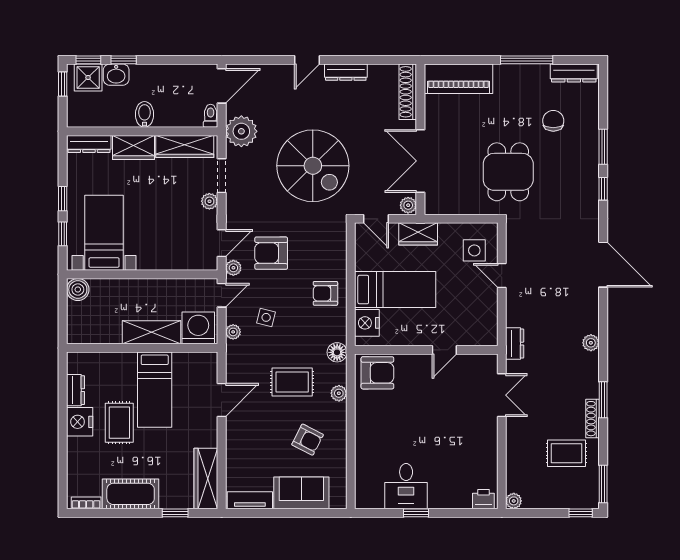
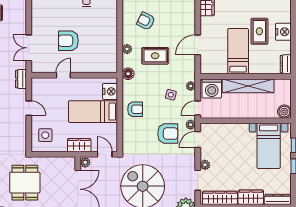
door: (502, 276) -> (29, 108), moved
shelving: (151, 332) -> (248, 86), width x1.47
armchair: (377, 373) -> (68, 41), moved
dresser: (76, 390) -> (286, 64), moved

